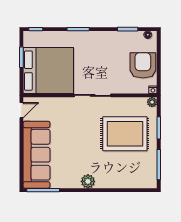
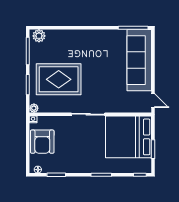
door: (21, 110) -> (153, 101), swing flipped
plant: (88, 181) -> (39, 36), moved

